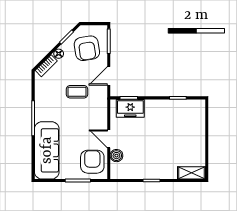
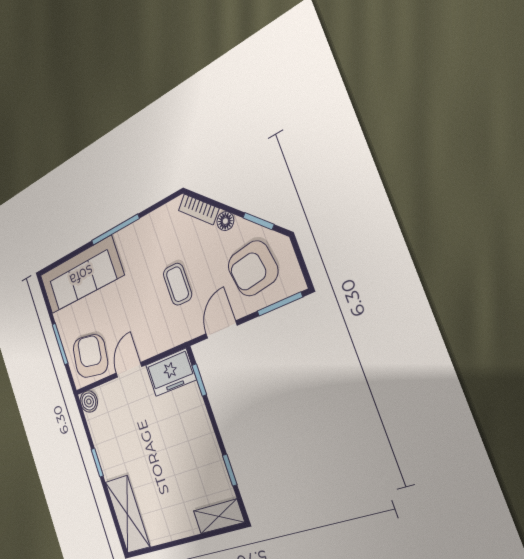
door: (109, 76) -> (221, 329), hinge flipped
freezer: (130, 108) -> (171, 372), moved, turned -90
shelving: (199, 113) -> (219, 516), added
boiler: (116, 156) -> (89, 402), moved
armchair: (92, 162) -> (90, 356), turned -81
shelving: (192, 173) -> (127, 514), width x1.50, depth x1.33

